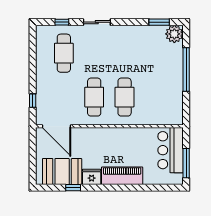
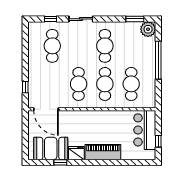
cafe table: (125, 53) -> (105, 46), added
cafe table: (155, 97) -> (131, 84), added
window: (186, 163) -> (158, 141), width x0.46

